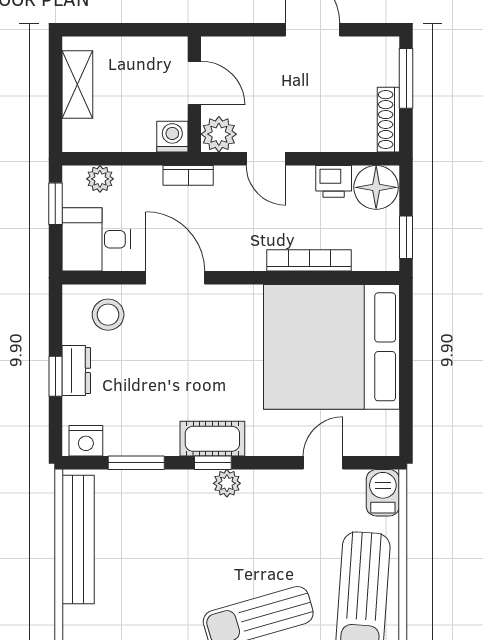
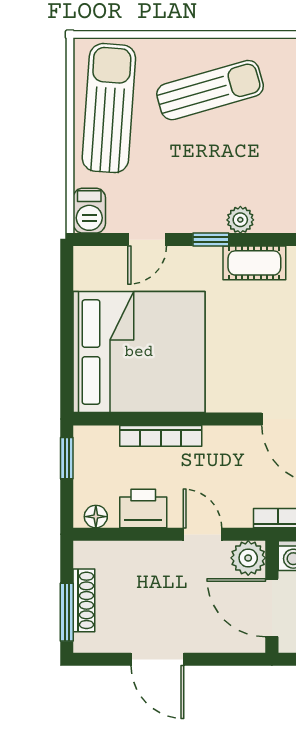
door: (194, 83) -> (272, 608), width x1.38
shoe rack: (388, 120) -> (84, 600), moved
printer: (334, 181) -> (143, 509), width x1.36, depth x1.24
floor lamp: (376, 187) -> (96, 517), width x0.53, depth x0.53
window: (213, 463) -> (211, 240), moved

